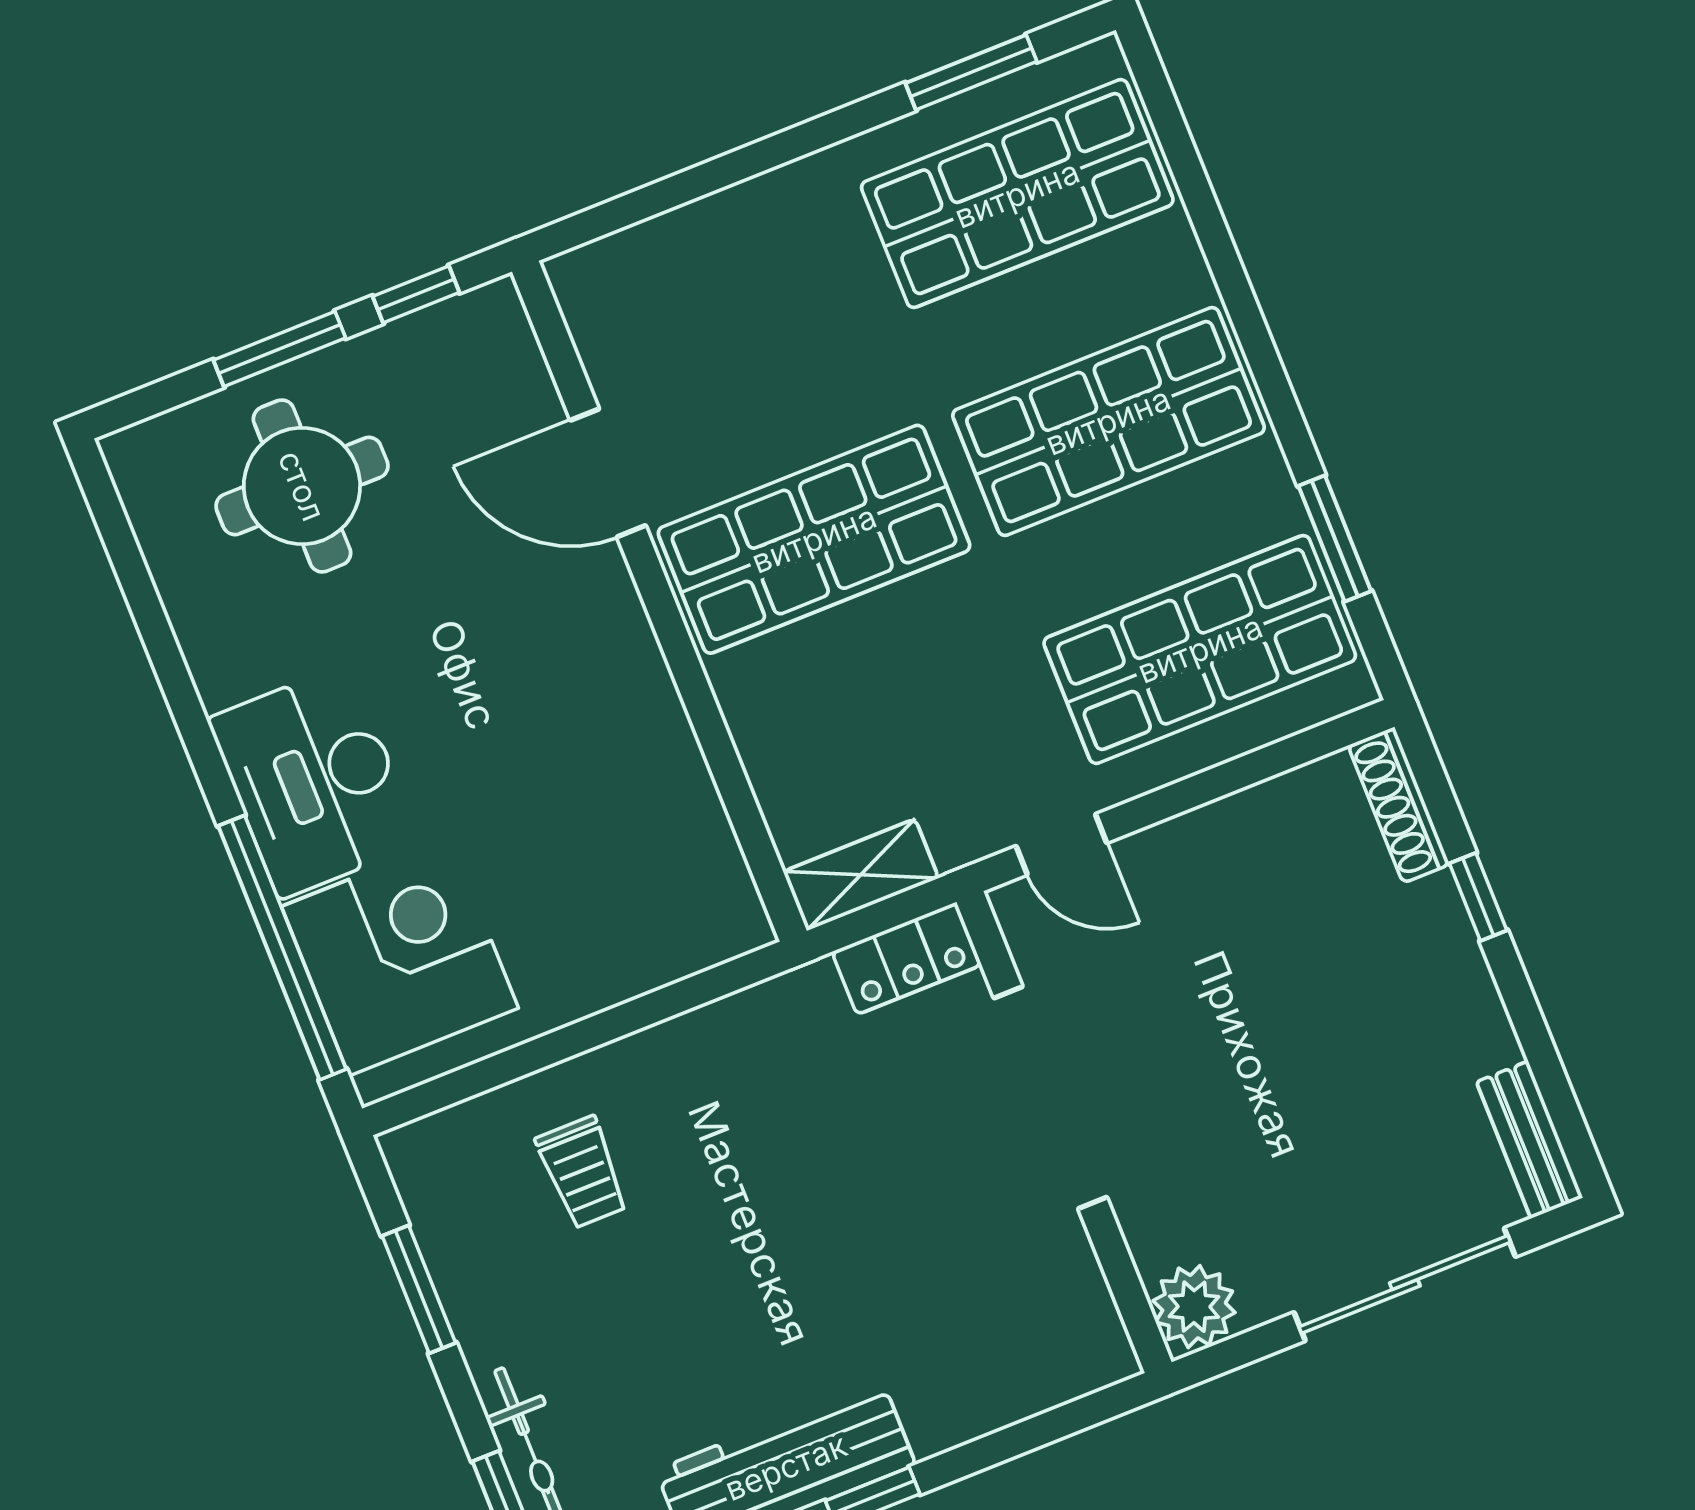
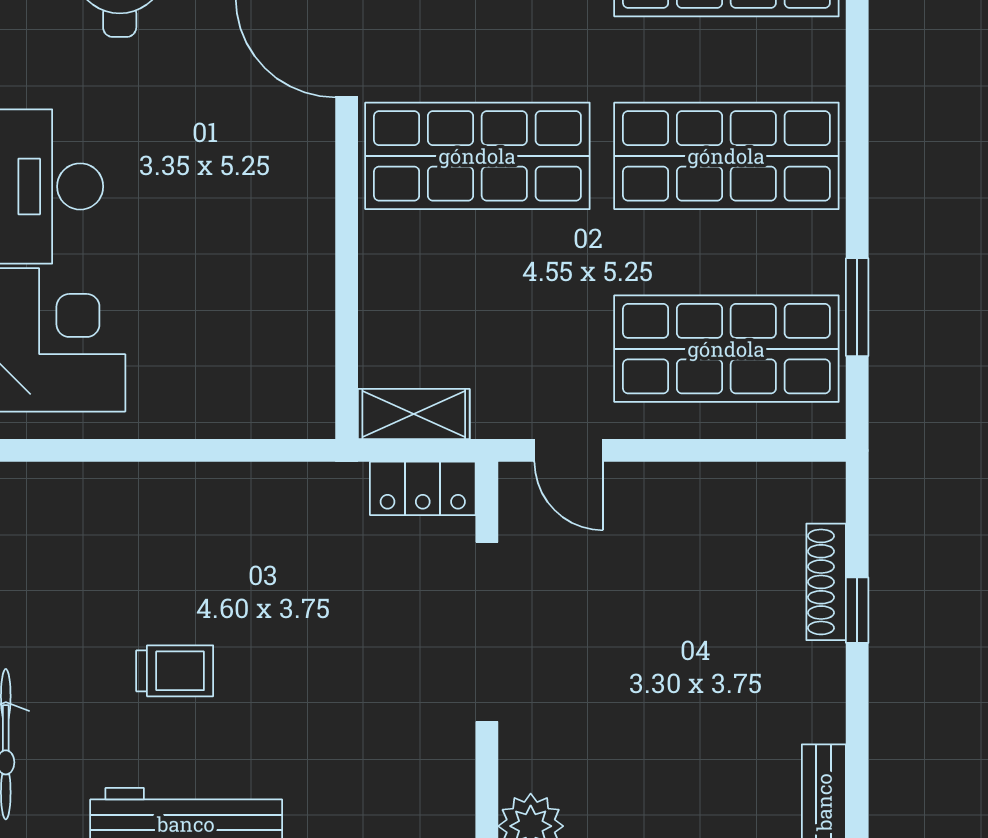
shoe rack: (1399, 805) -> (826, 582), moved
trolley: (582, 1172) -> (175, 671), moved, turned -90

